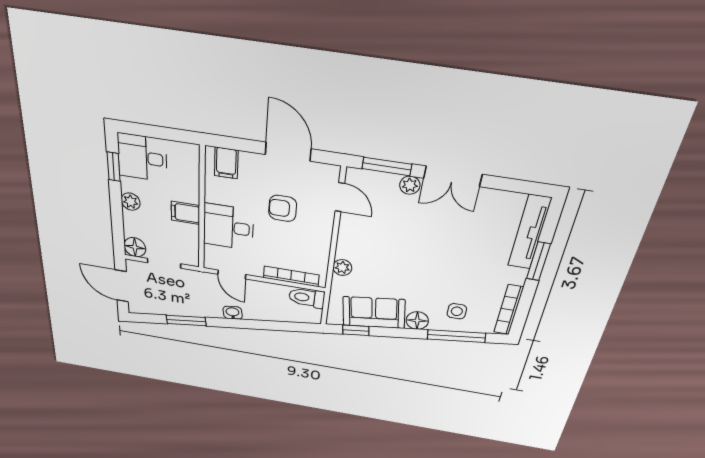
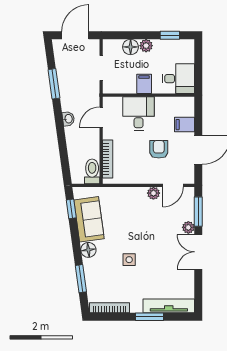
desk: (142, 158) -> (178, 79), moved, turned 90
filing cabinet: (226, 163) -> (185, 125), moved
floor lamp: (135, 247) -> (131, 47), moved
plant: (342, 268) -> (153, 193), moved
side table: (457, 311) -> (129, 260), moved
window: (456, 336) -> (81, 279), width x0.69

